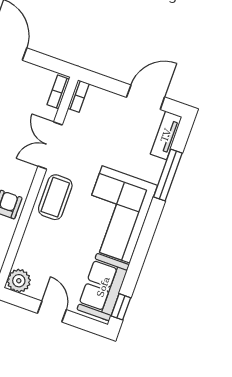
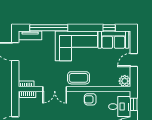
window: (168, 175) -> (49, 28), width x1.46
window: (121, 307) -> (109, 28), moved

